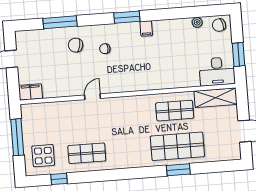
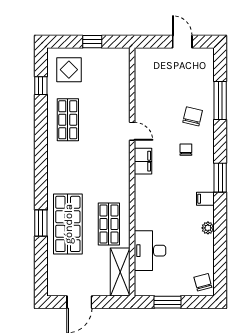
plant: (197, 22) -> (208, 228), moved
desk: (217, 71) -> (150, 251), moved
filing cabinet: (31, 92) -> (143, 161), moved
window: (17, 137) -> (92, 42), width x0.46

